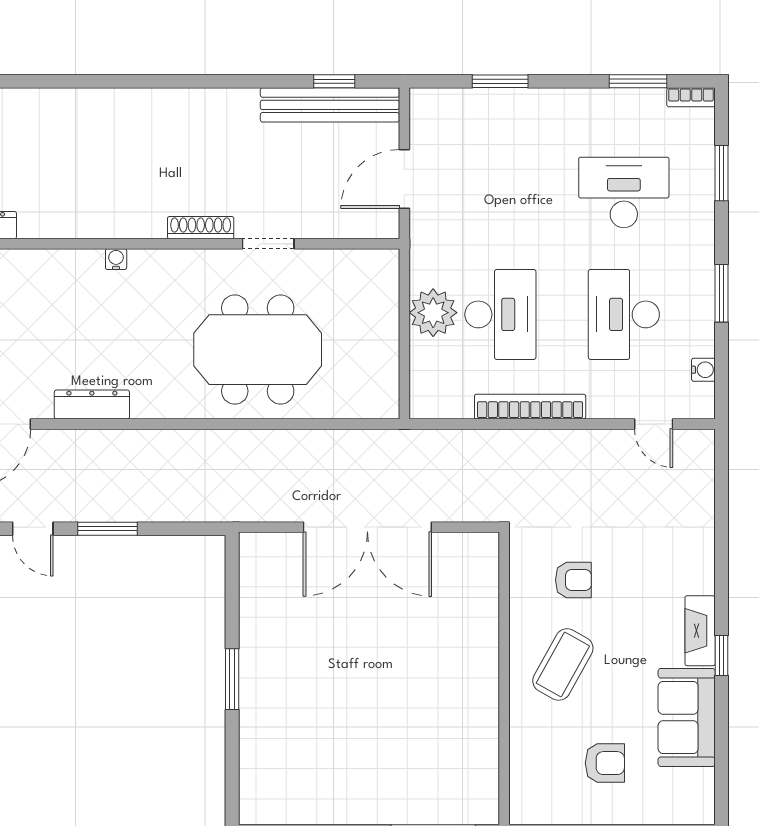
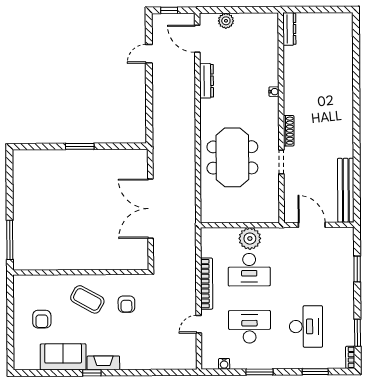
window: (334, 81) -> (357, 192), removed
door: (654, 424) -> (199, 324), moved
window: (108, 529) -> (149, 88), removed

